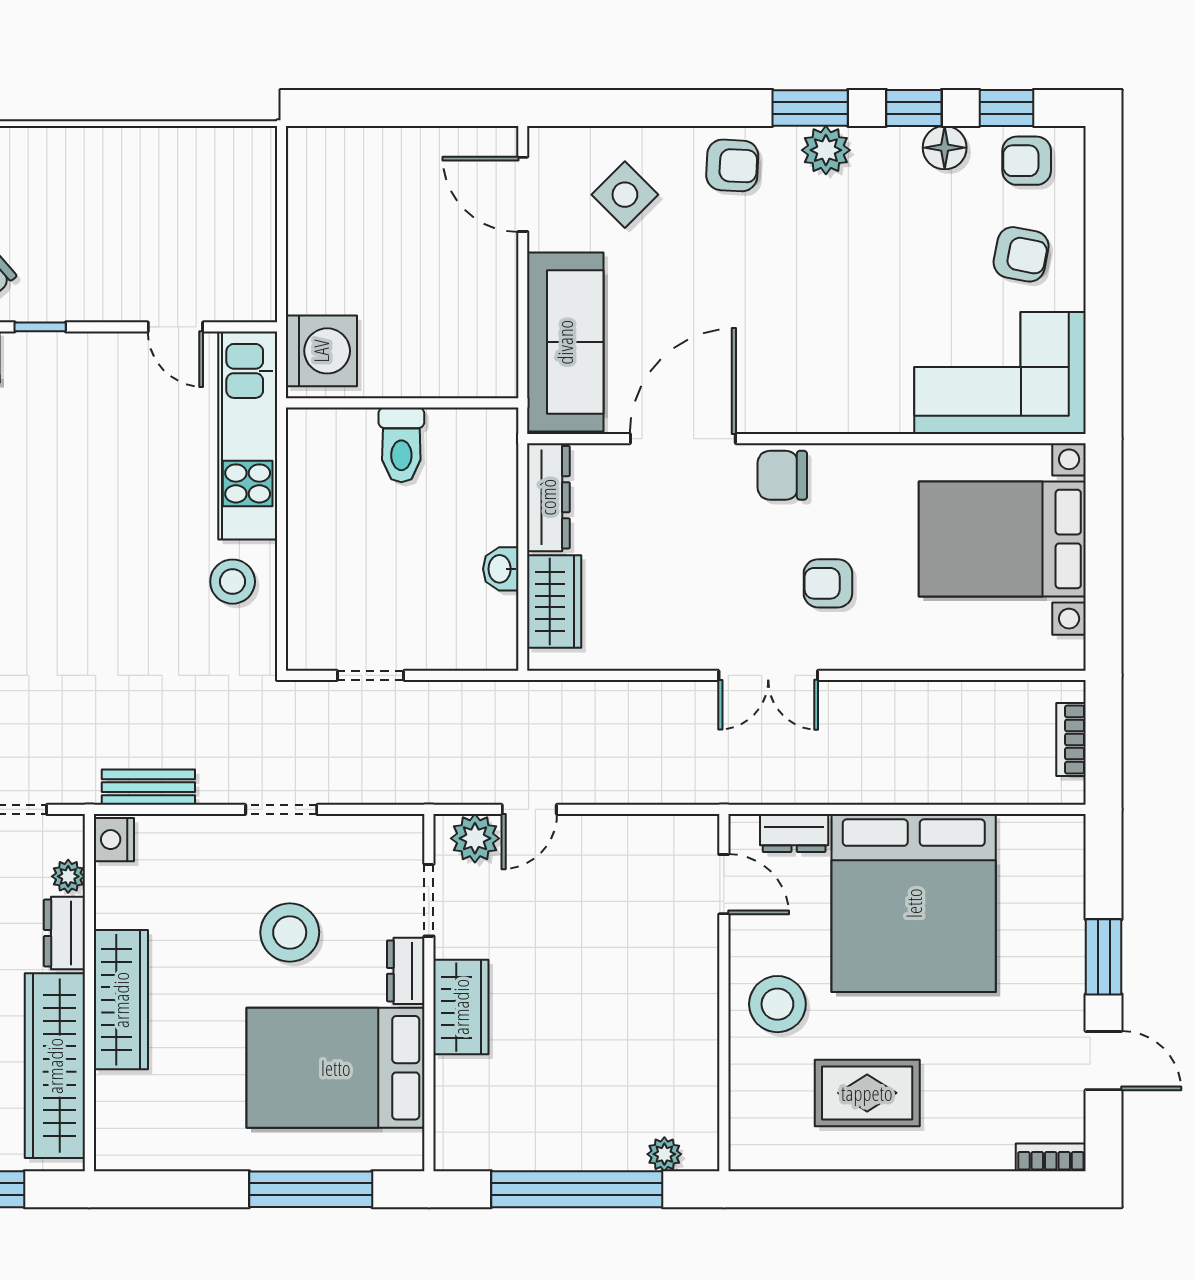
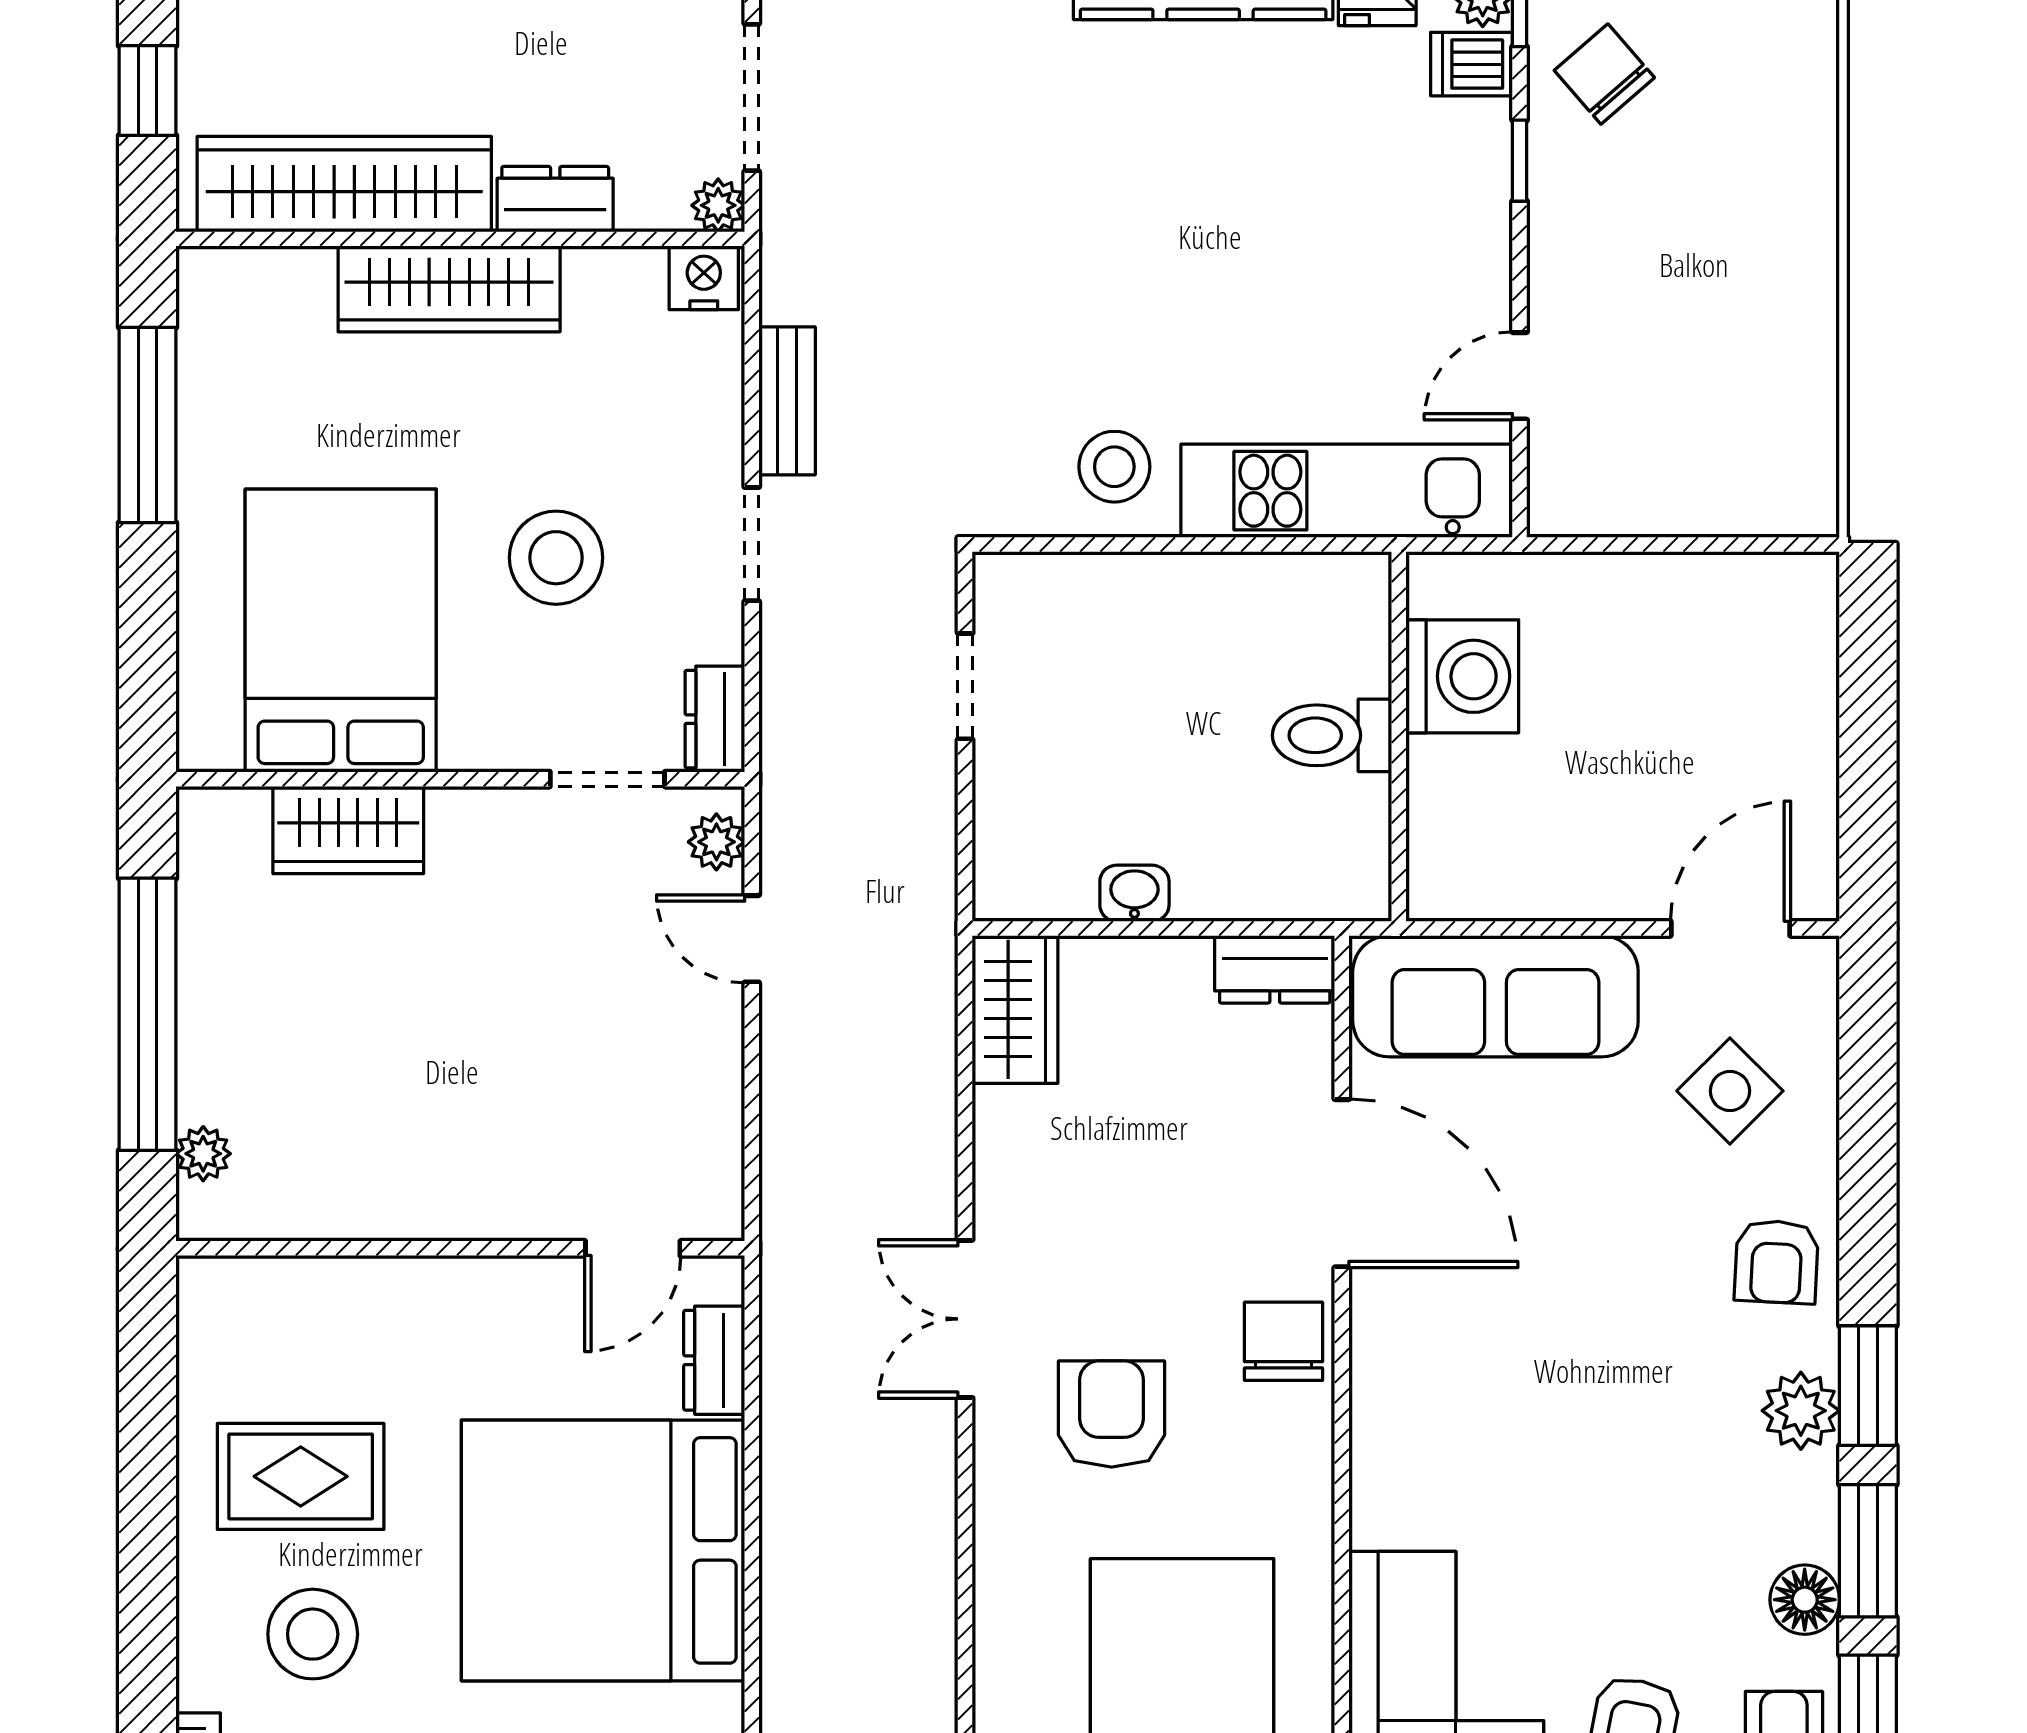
window: (914, 108) -> (1868, 1551), width x1.50
washing machine: (321, 351) -> (1462, 676), moved, turned -90
dresser: (548, 497) -> (1275, 969), width x0.70
armchair: (828, 583) -> (1112, 1414), width x1.38, depth x1.38
wardrobe: (554, 601) -> (1015, 1009), moved, turned -90
bench: (148, 787) -> (787, 401), moved
plant: (475, 838) -> (716, 842), width x0.73, depth x0.73
plant: (68, 876) -> (718, 205), moved
dresser: (406, 971) -> (715, 719), moved, turned -90
stool: (777, 1004) -> (313, 1634), moved
wardrobe: (461, 1007) -> (348, 830), moved
rug: (867, 1093) -> (301, 1476), turned 90
window: (311, 1189) -> (147, 425), moved

